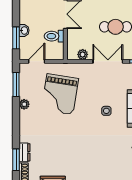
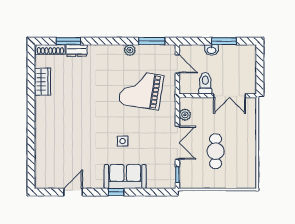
window: (16, 38) -> (224, 41), moved

